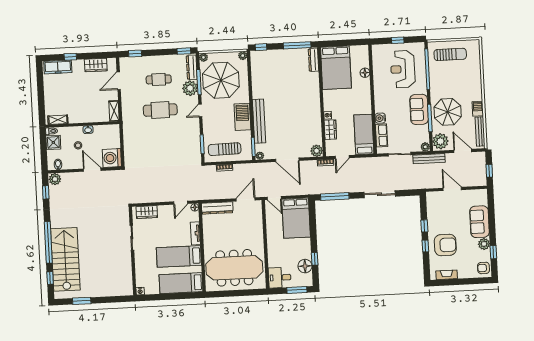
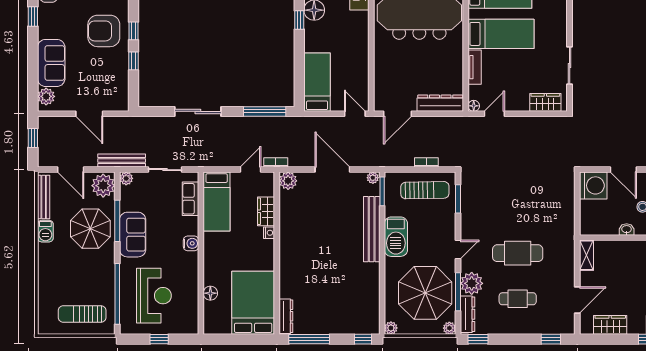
water cooler: (380, 118) -> (191, 243), moved
bed: (296, 218) -> (317, 82), width x0.67
plant: (484, 244) -> (46, 96), moved

